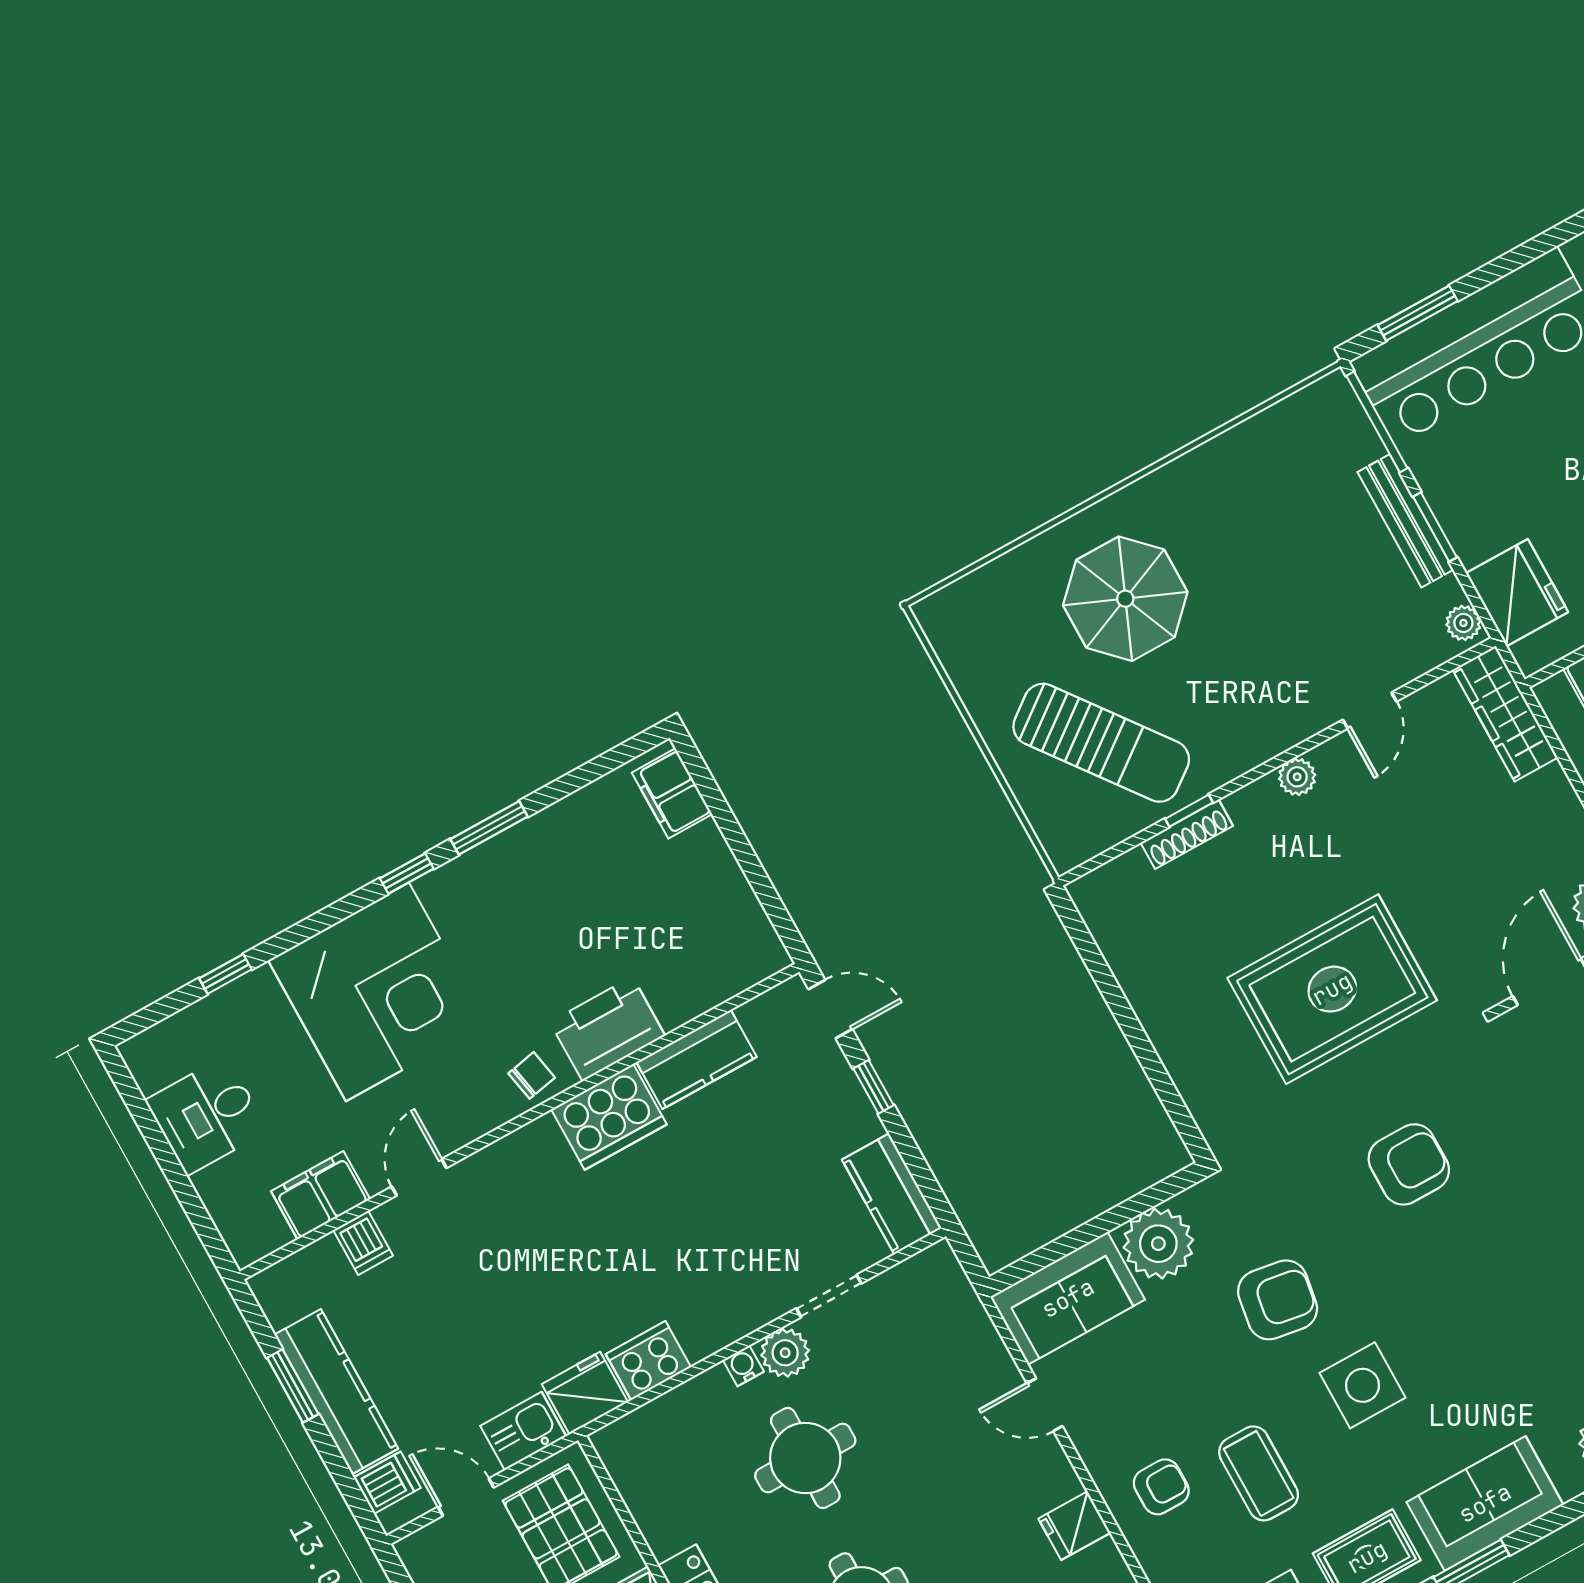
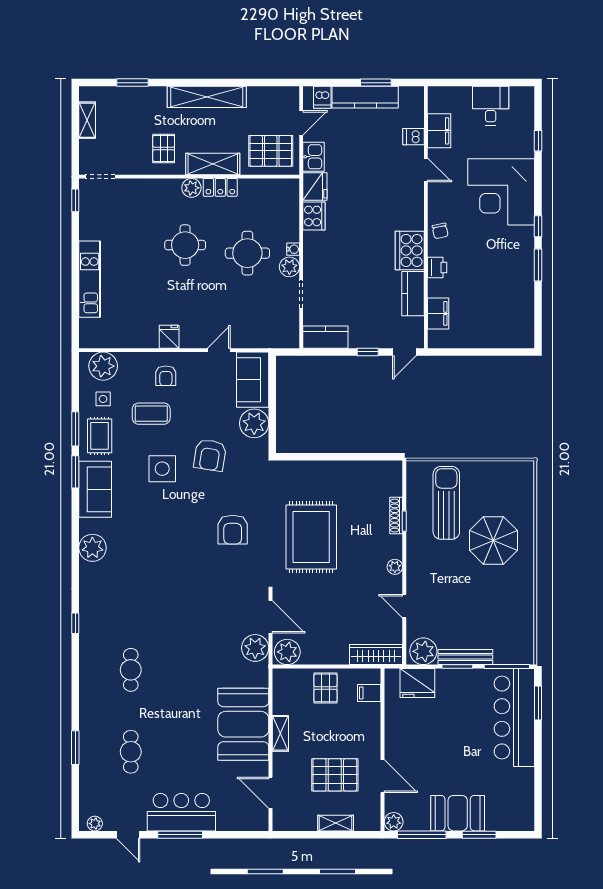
plant: (1463, 623) -> (423, 651), width x1.88, depth x1.88
sun lounger: (1101, 743) -> (446, 503), turned 127
filing cabinet: (672, 793) -> (438, 313), moved, turned 90
printer: (607, 1029) -> (437, 268), width x0.53, depth x0.68

